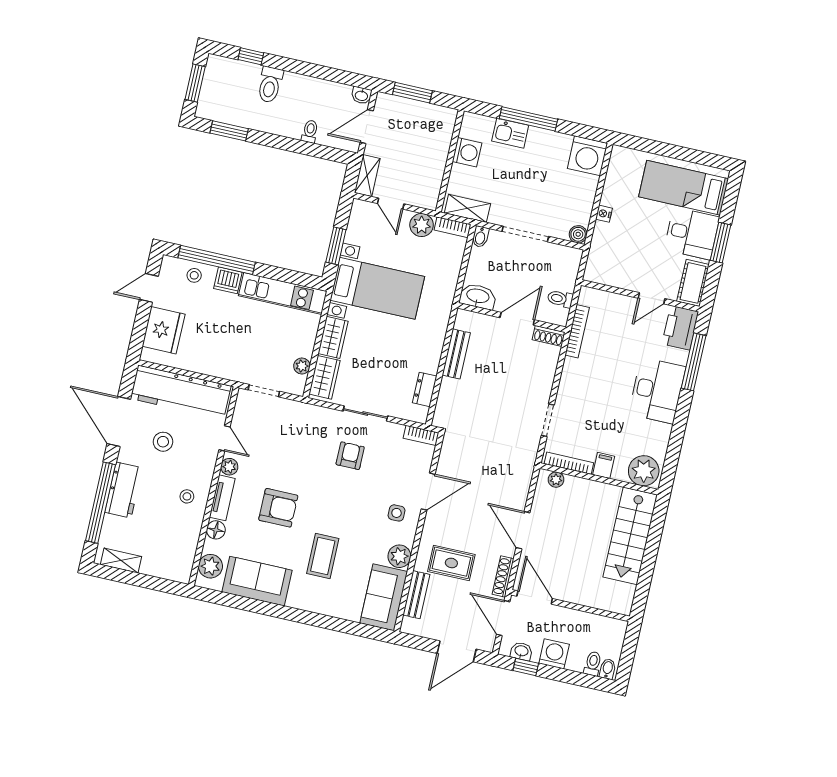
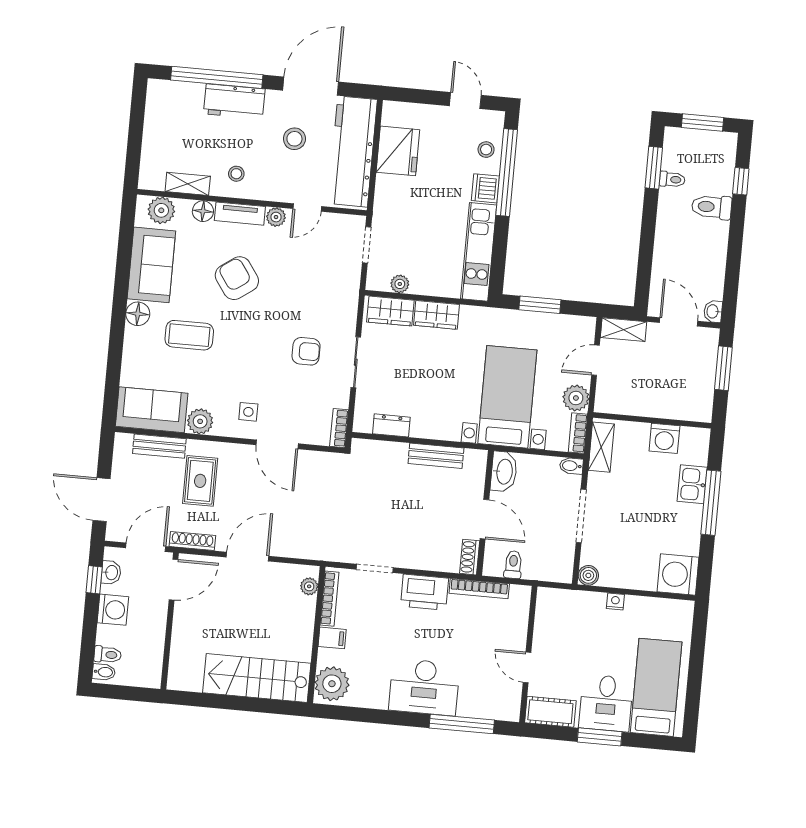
toilet: (310, 131) -> (672, 179), moved
bed with nightstands: (377, 288) -> (507, 397), moved, turned 180
printer: (680, 328) -> (425, 592), moved, turned 180
fridge: (164, 330) -> (398, 151), moved, turned -90
armchair: (278, 508) -> (237, 278), turned 145
shelving: (121, 560) -> (188, 184), moved, turned 90
floor lamp: (298, 599) -> (138, 314), added

